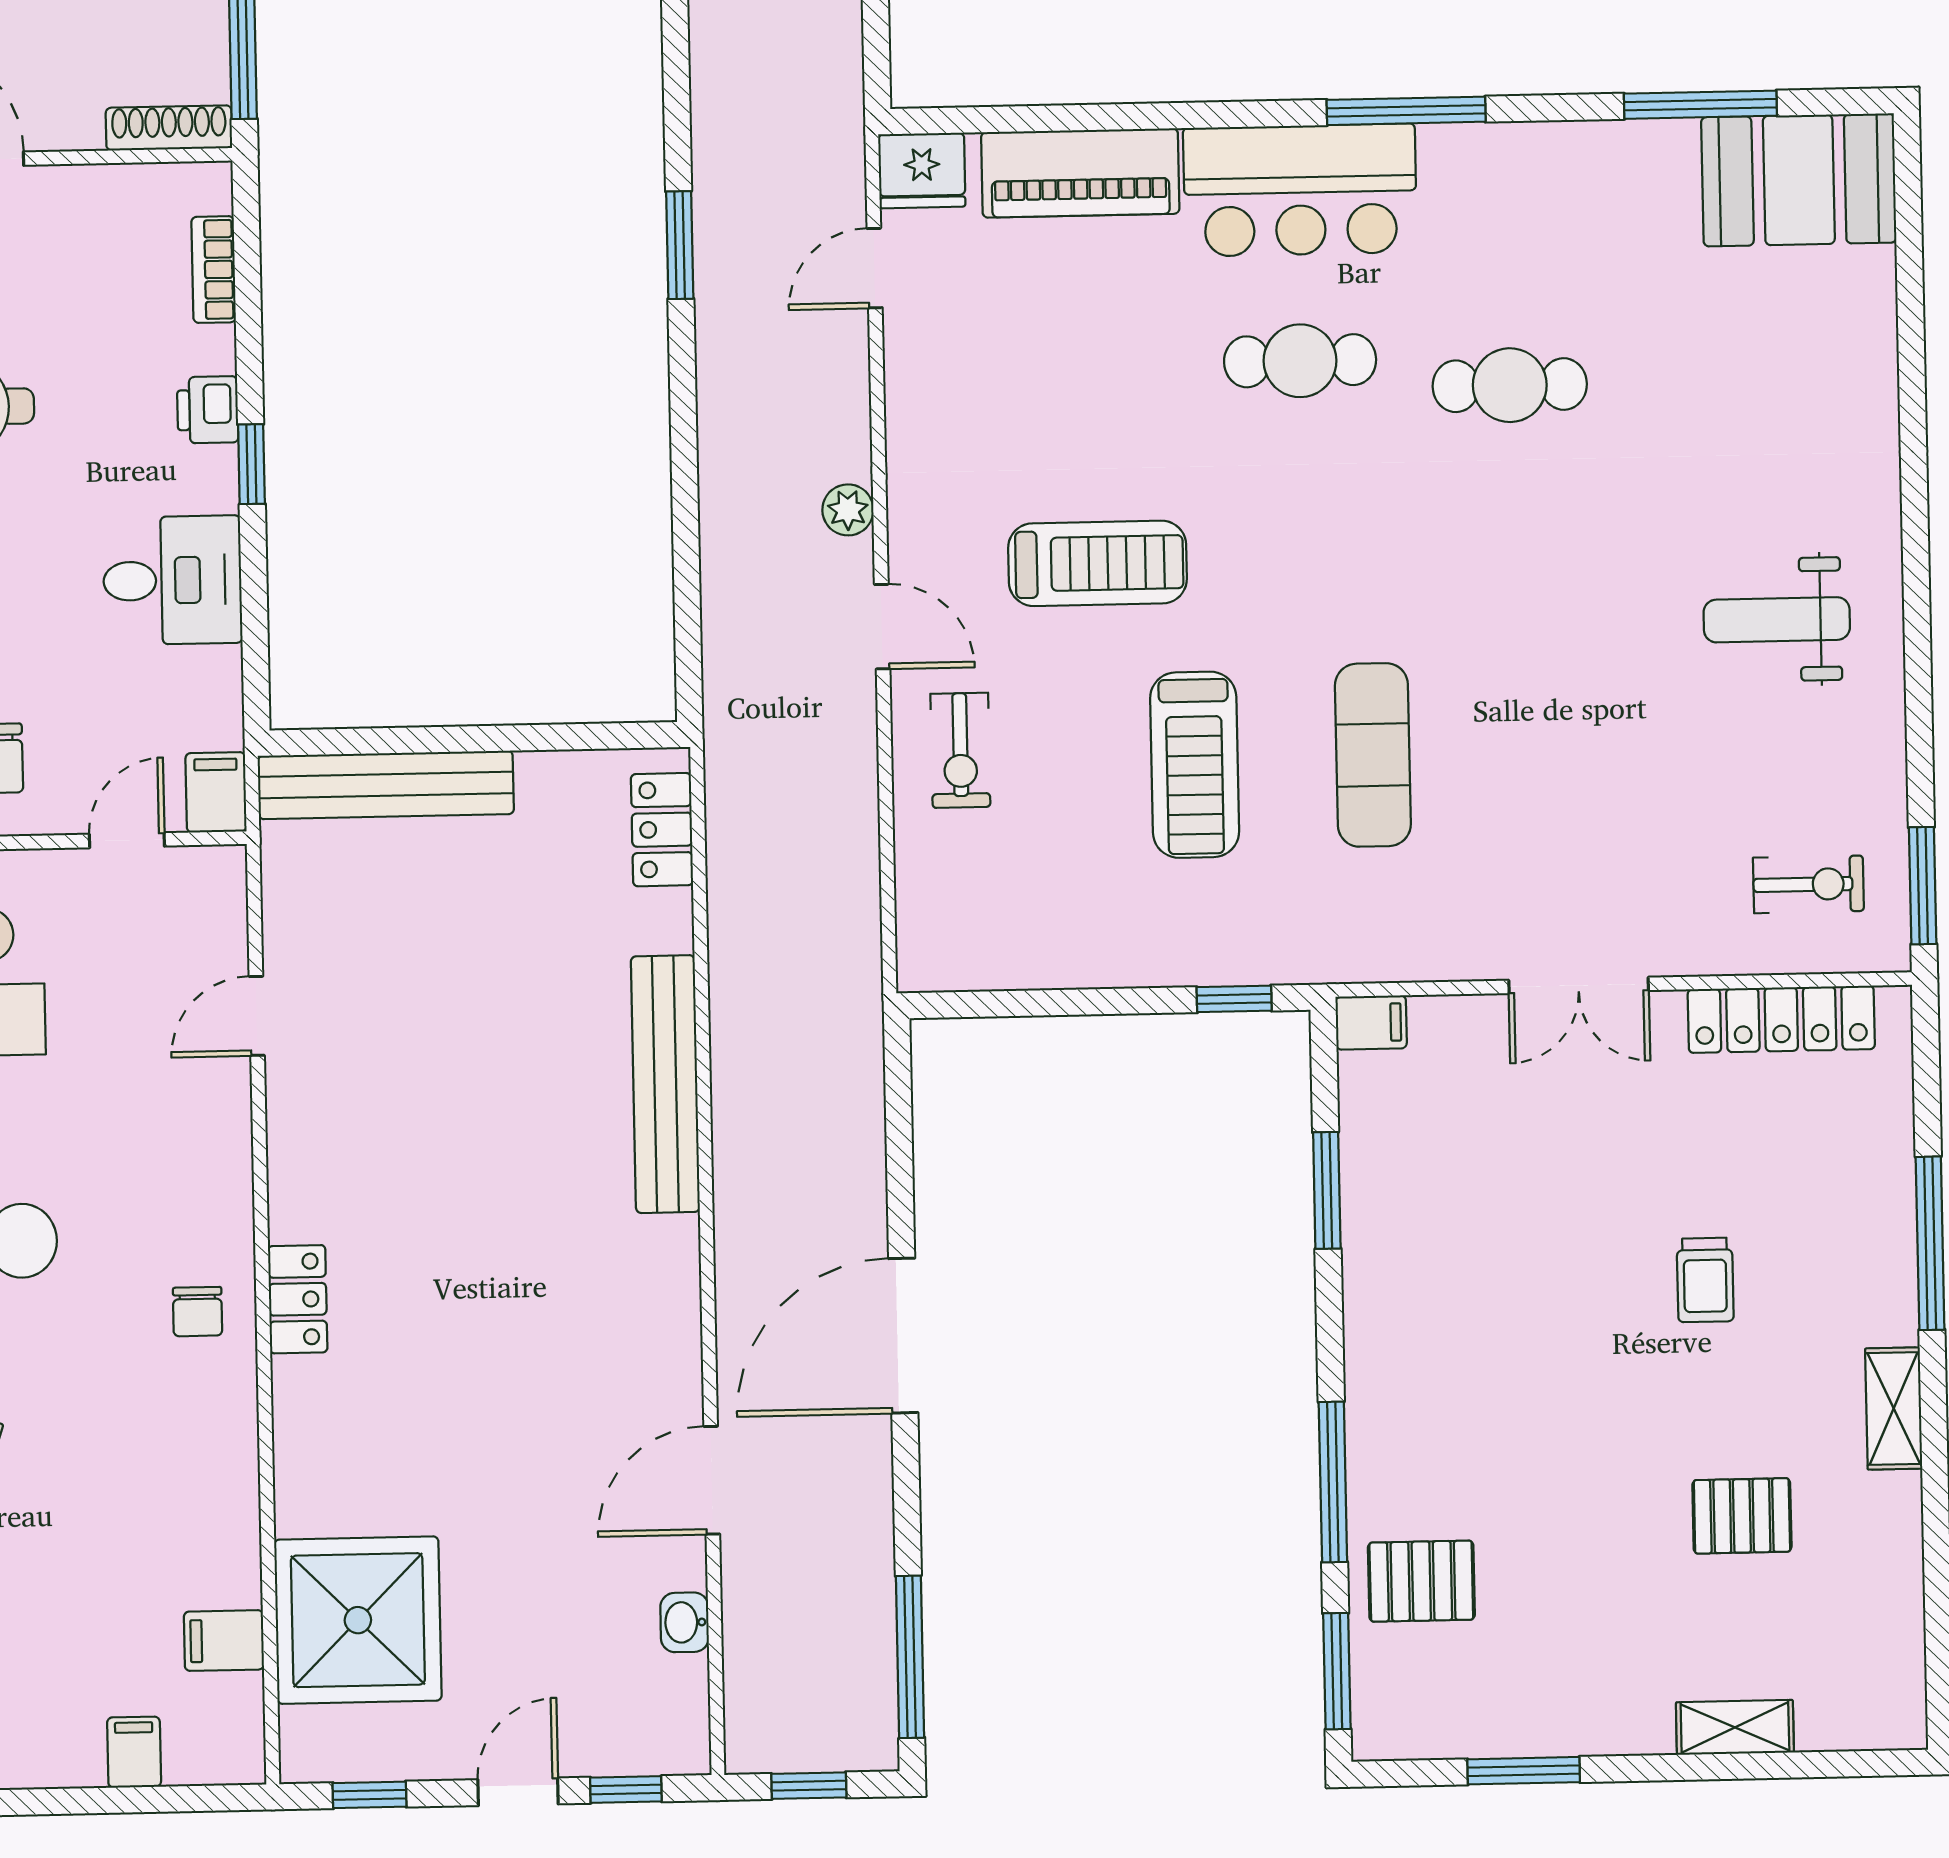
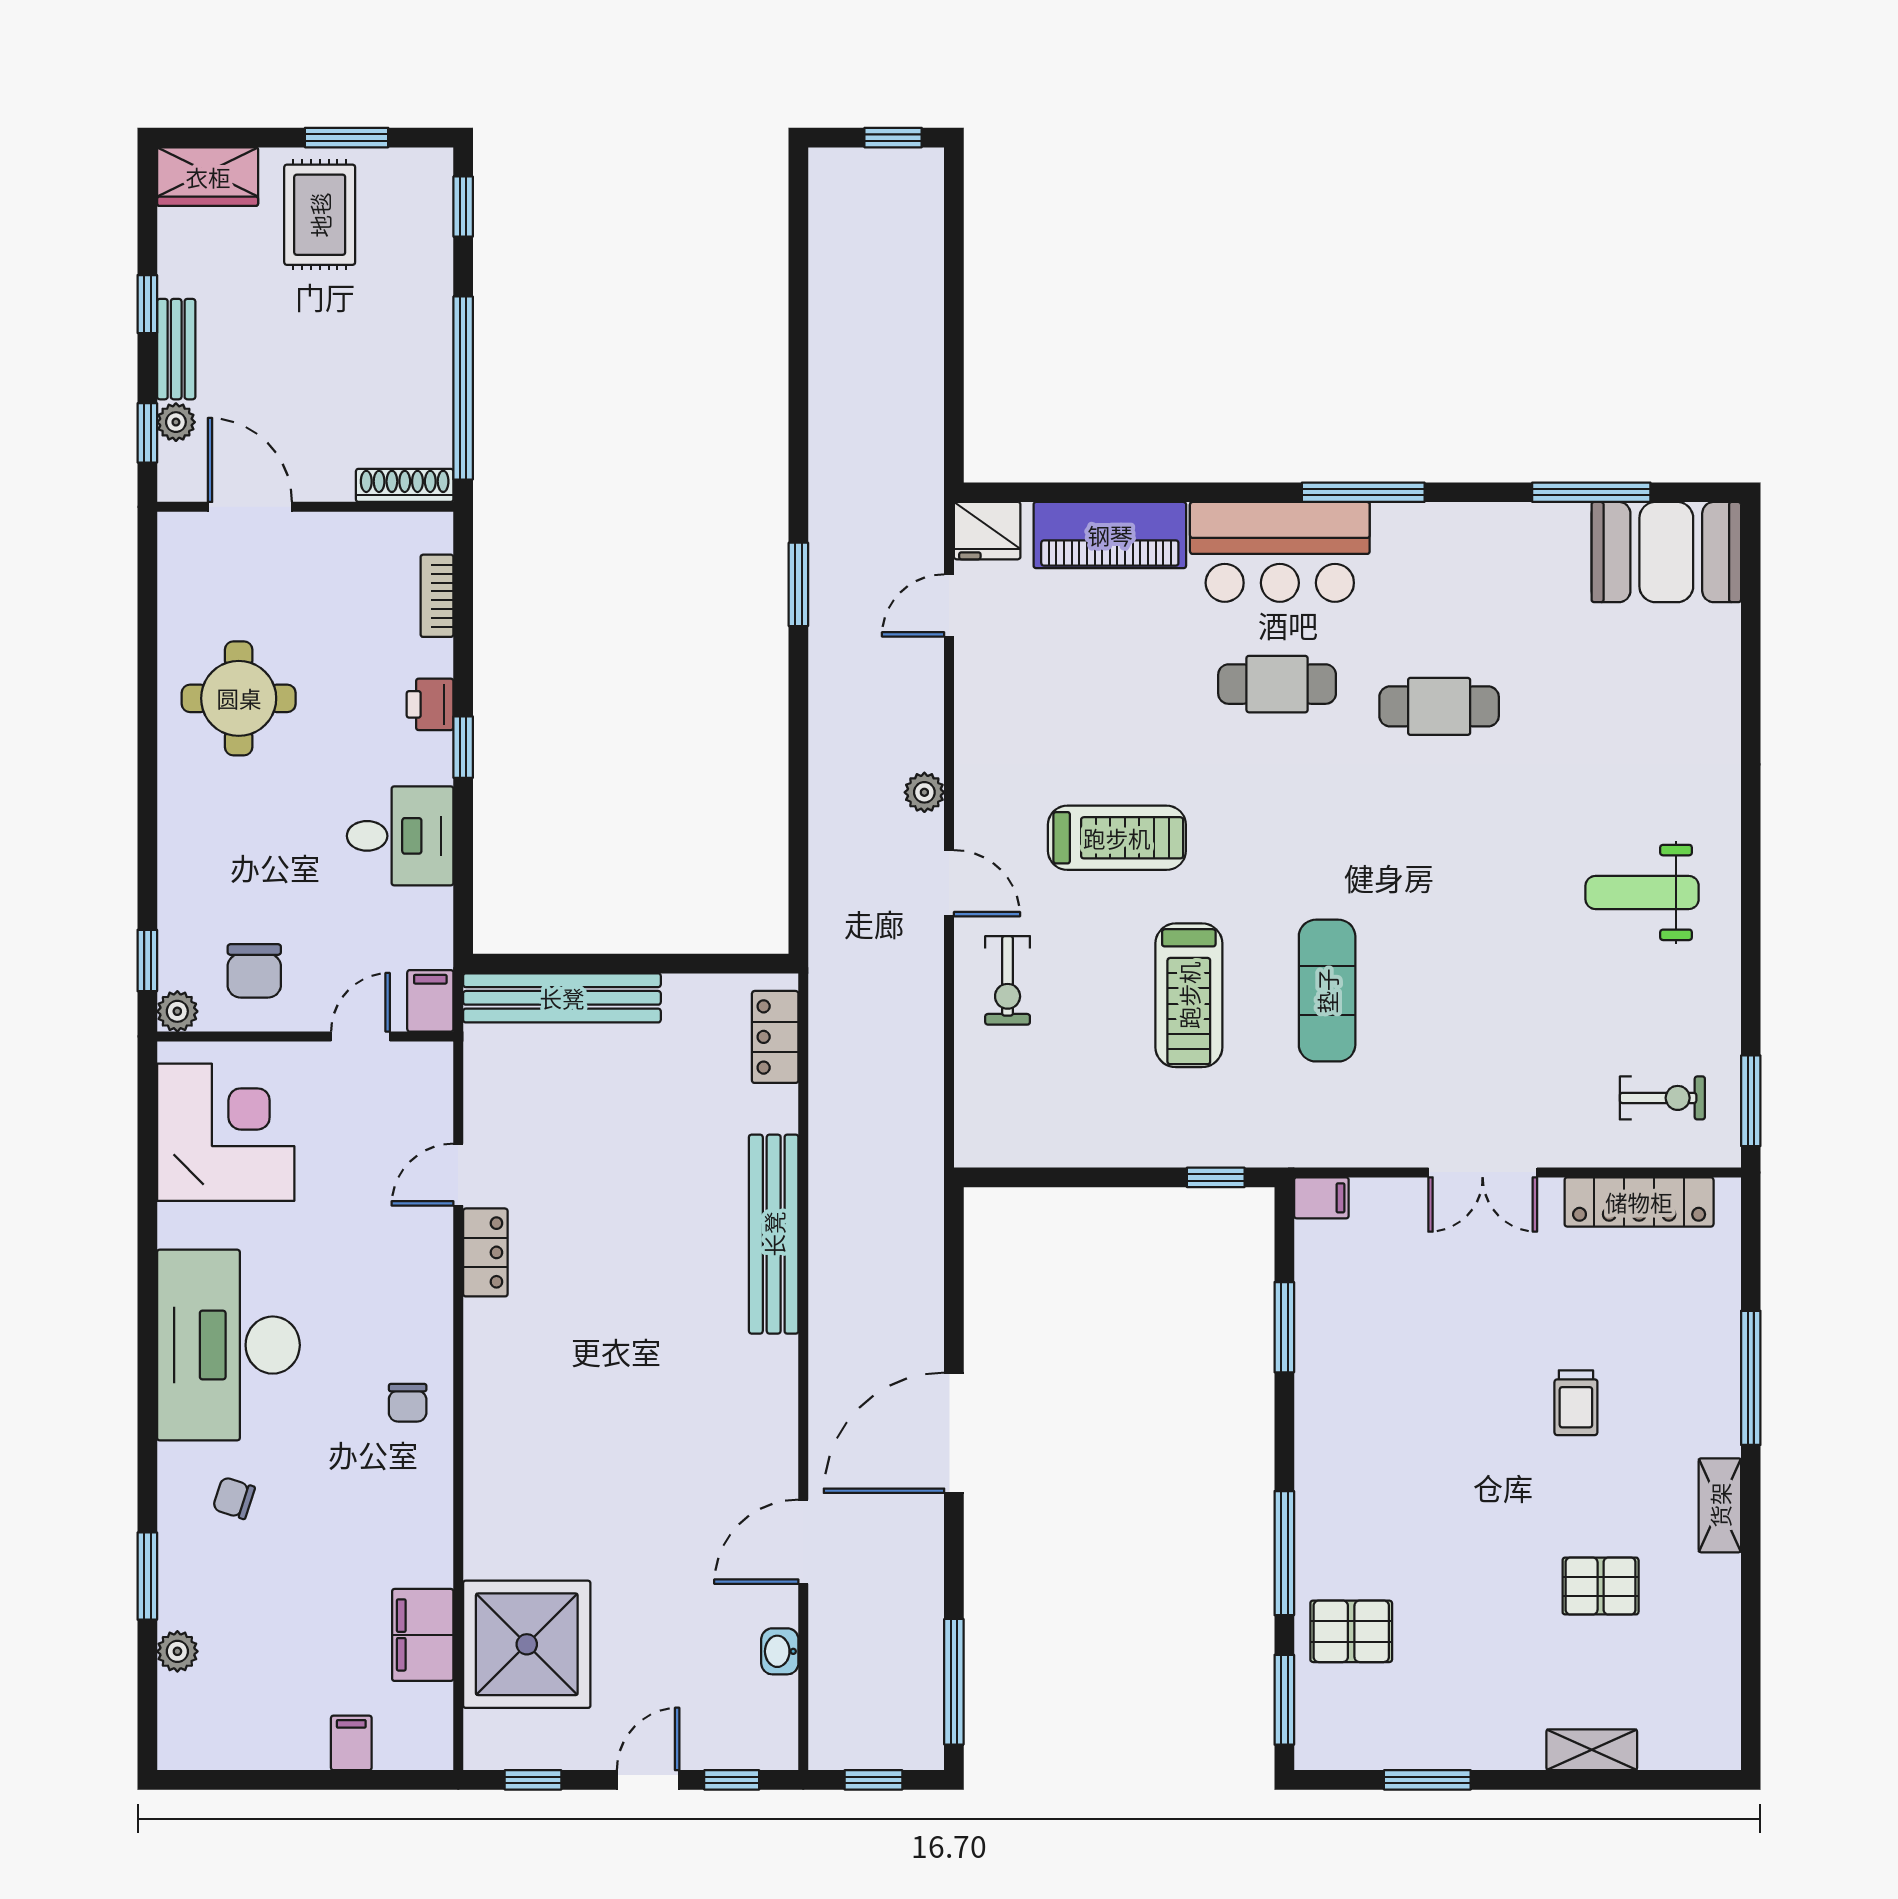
locker: (298, 1299) -> (485, 1252), moved
filing cabinet: (224, 1641) -> (423, 1635), width x2.00

